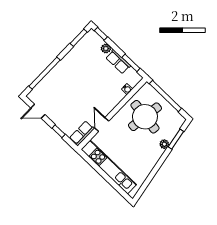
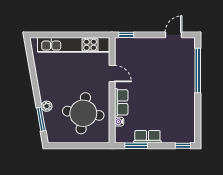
window: (79, 38) -> (198, 125), removed
plant: (106, 49) -> (167, 138), removed
window: (165, 96) -> (83, 146), removed
window: (59, 131) -> (126, 35), moved
row of seats: (82, 133) -> (121, 102), moved

